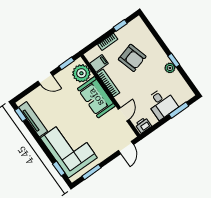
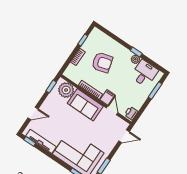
filing cabinet: (99, 63) -> (107, 97), moved
door: (45, 78) -> (33, 113), moved
desk: (162, 103) -> (144, 73), moved, turned -90
door: (126, 148) -> (124, 136), hinge flipped

